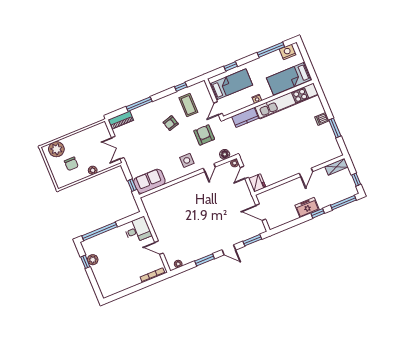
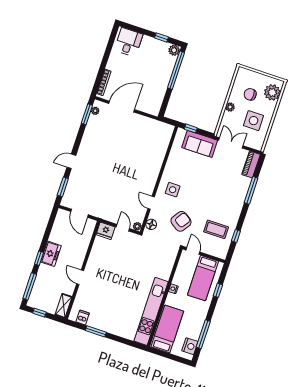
kitchen counter: (245, 118) -> (167, 266), removed
dishwasher: (322, 119) -> (83, 317), moved
armchair: (171, 123) -> (214, 203), removed
armchair: (204, 135) -> (181, 221), turned -56
side table: (88, 145) -> (254, 121), added
sofa: (149, 181) -> (200, 144), moved, turned 90
door: (261, 212) -> (79, 213), swing flipped
desk: (138, 230) -> (129, 42), moved, turned 180
door: (159, 248) -> (122, 107), width x1.87
plant: (93, 260) -> (174, 50), moved
window: (205, 260) -> (87, 114), moved

